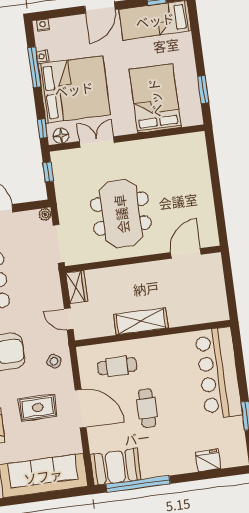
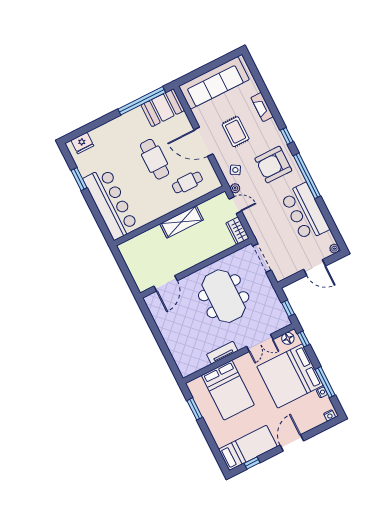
tv unit: (146, 146) -> (222, 353), added
plant: (45, 214) -> (235, 188), moved
rug: (38, 407) -> (236, 132), turned 90
cafe table: (147, 408) -> (155, 159), width x1.37, depth x1.35
fridge: (208, 460) -> (82, 143), moved

